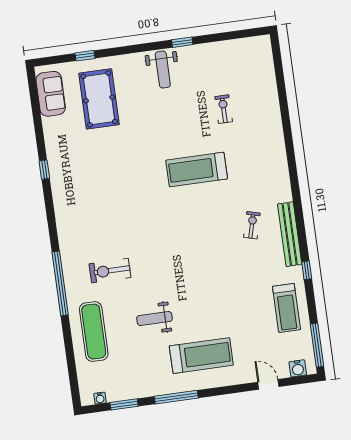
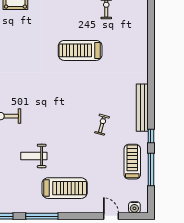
exercise bike: (252, 225) -> (102, 125), moved
treadmill: (286, 308) -> (132, 162), turned 180
window: (317, 345) -> (151, 169), moved

